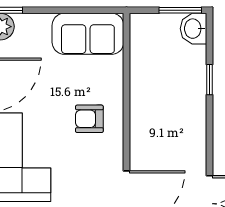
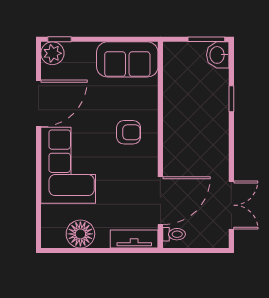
armchair: (89, 119) -> (129, 132), turned 180

